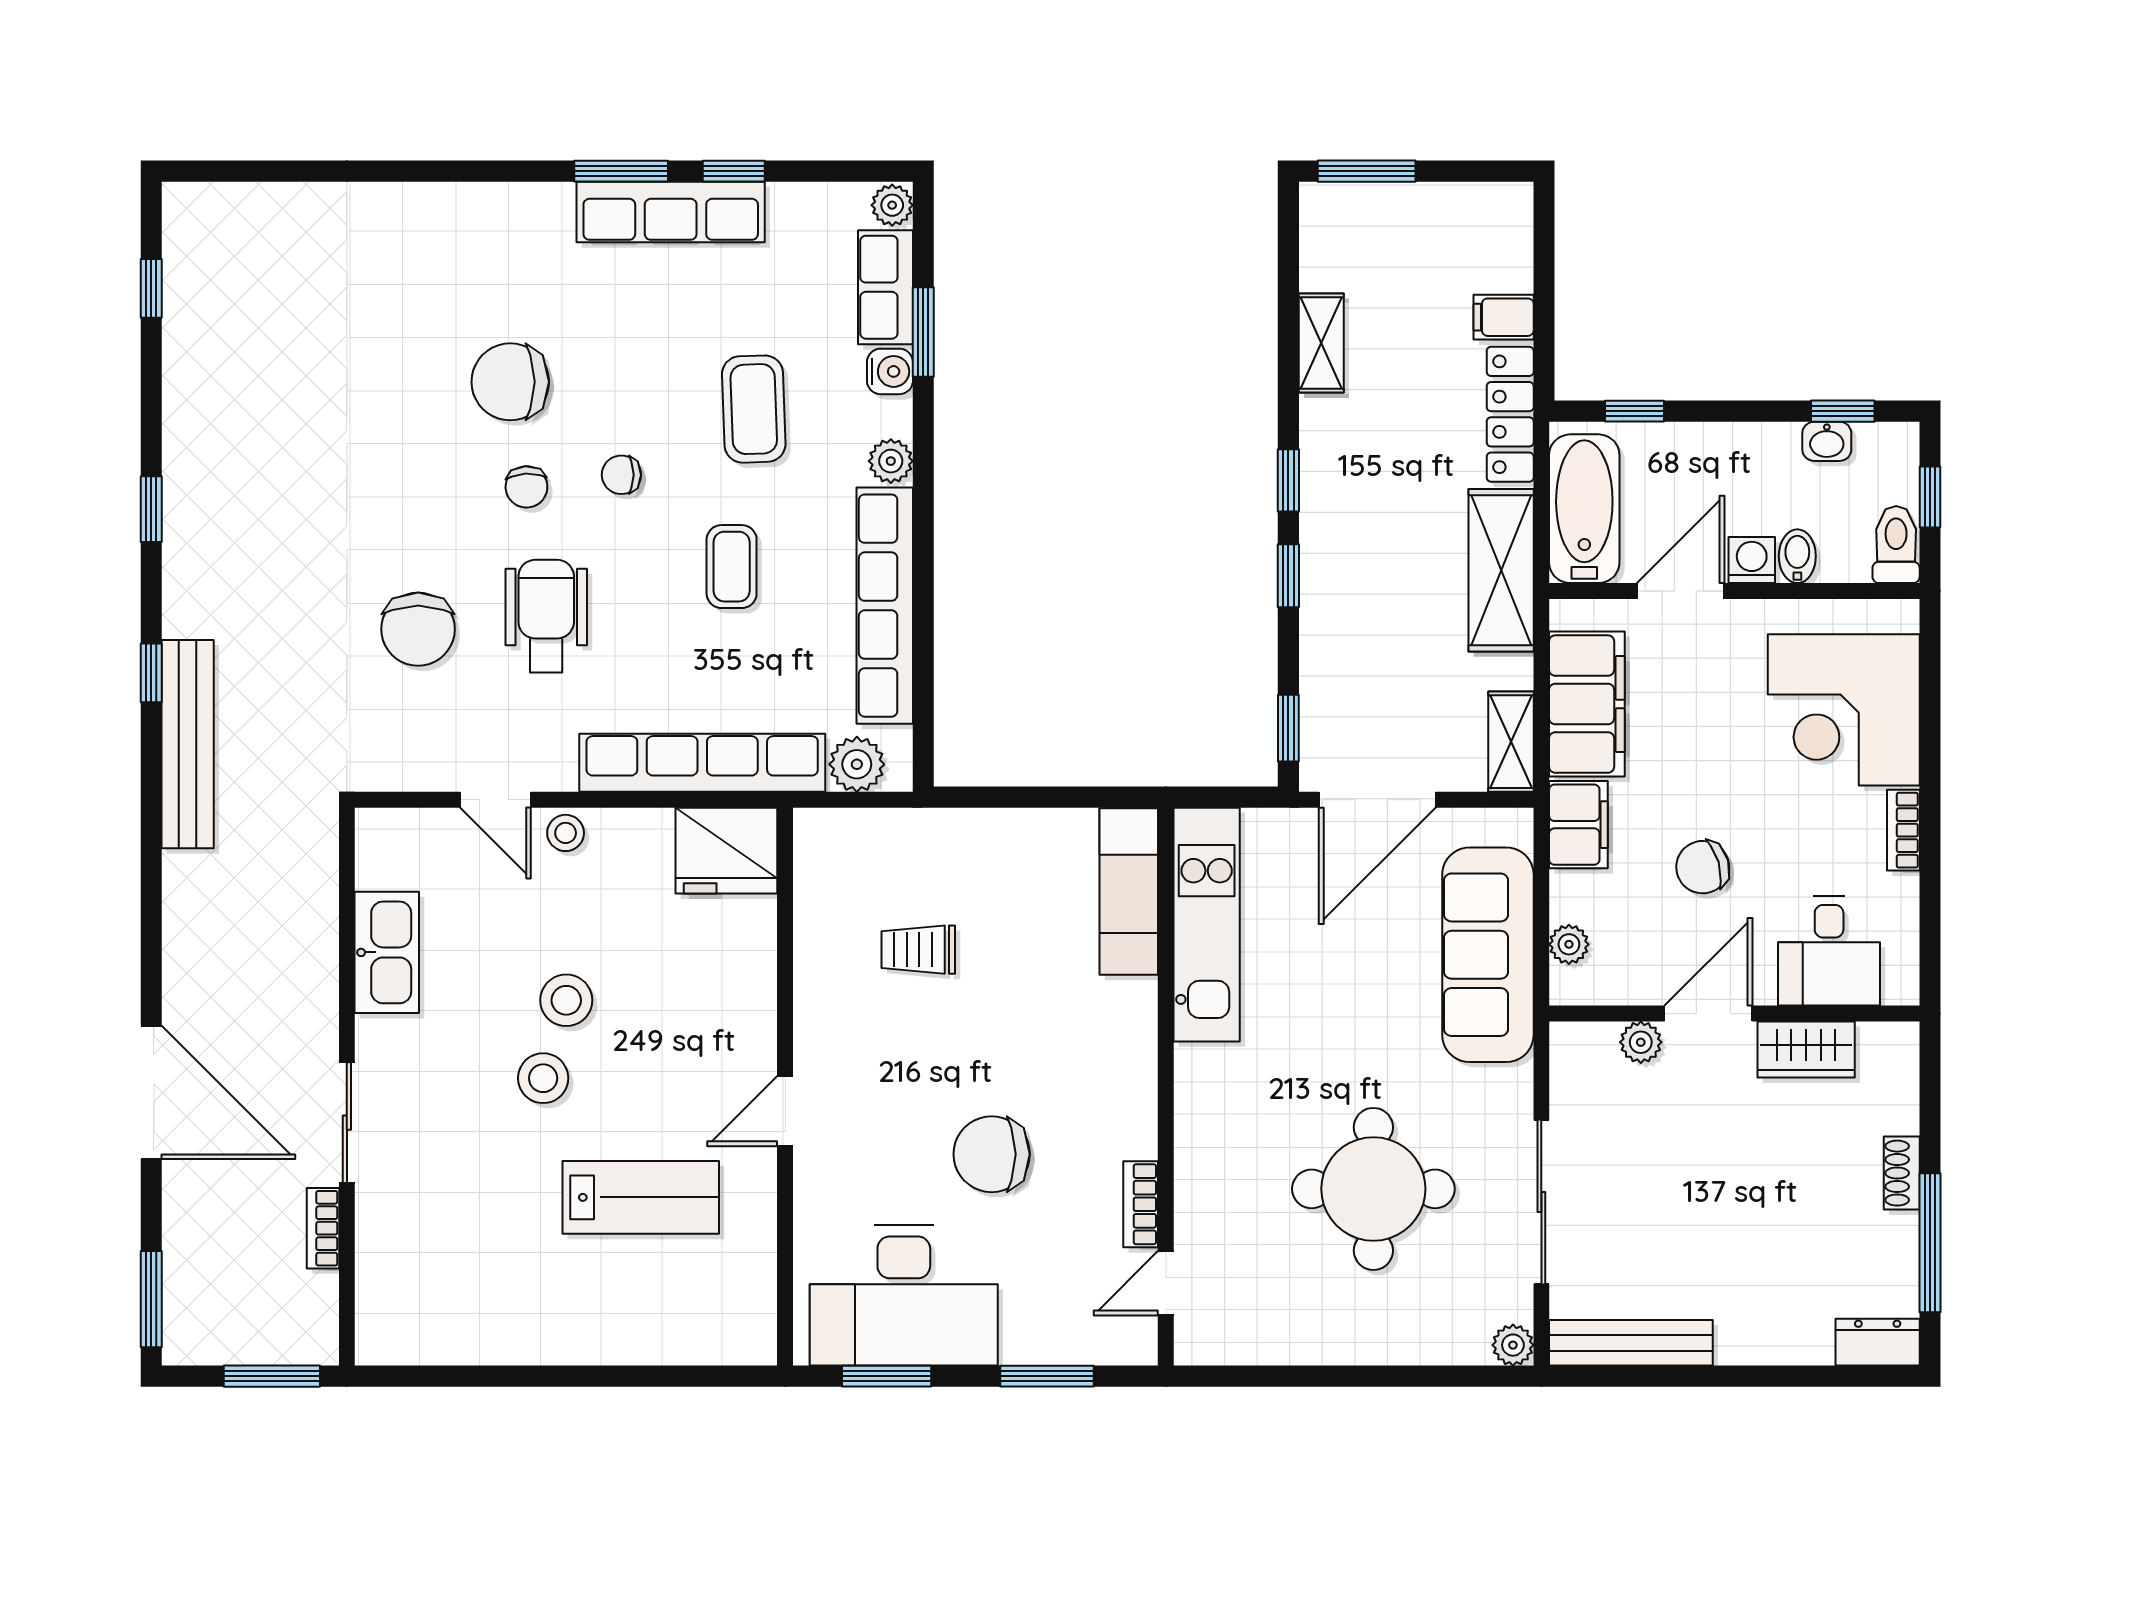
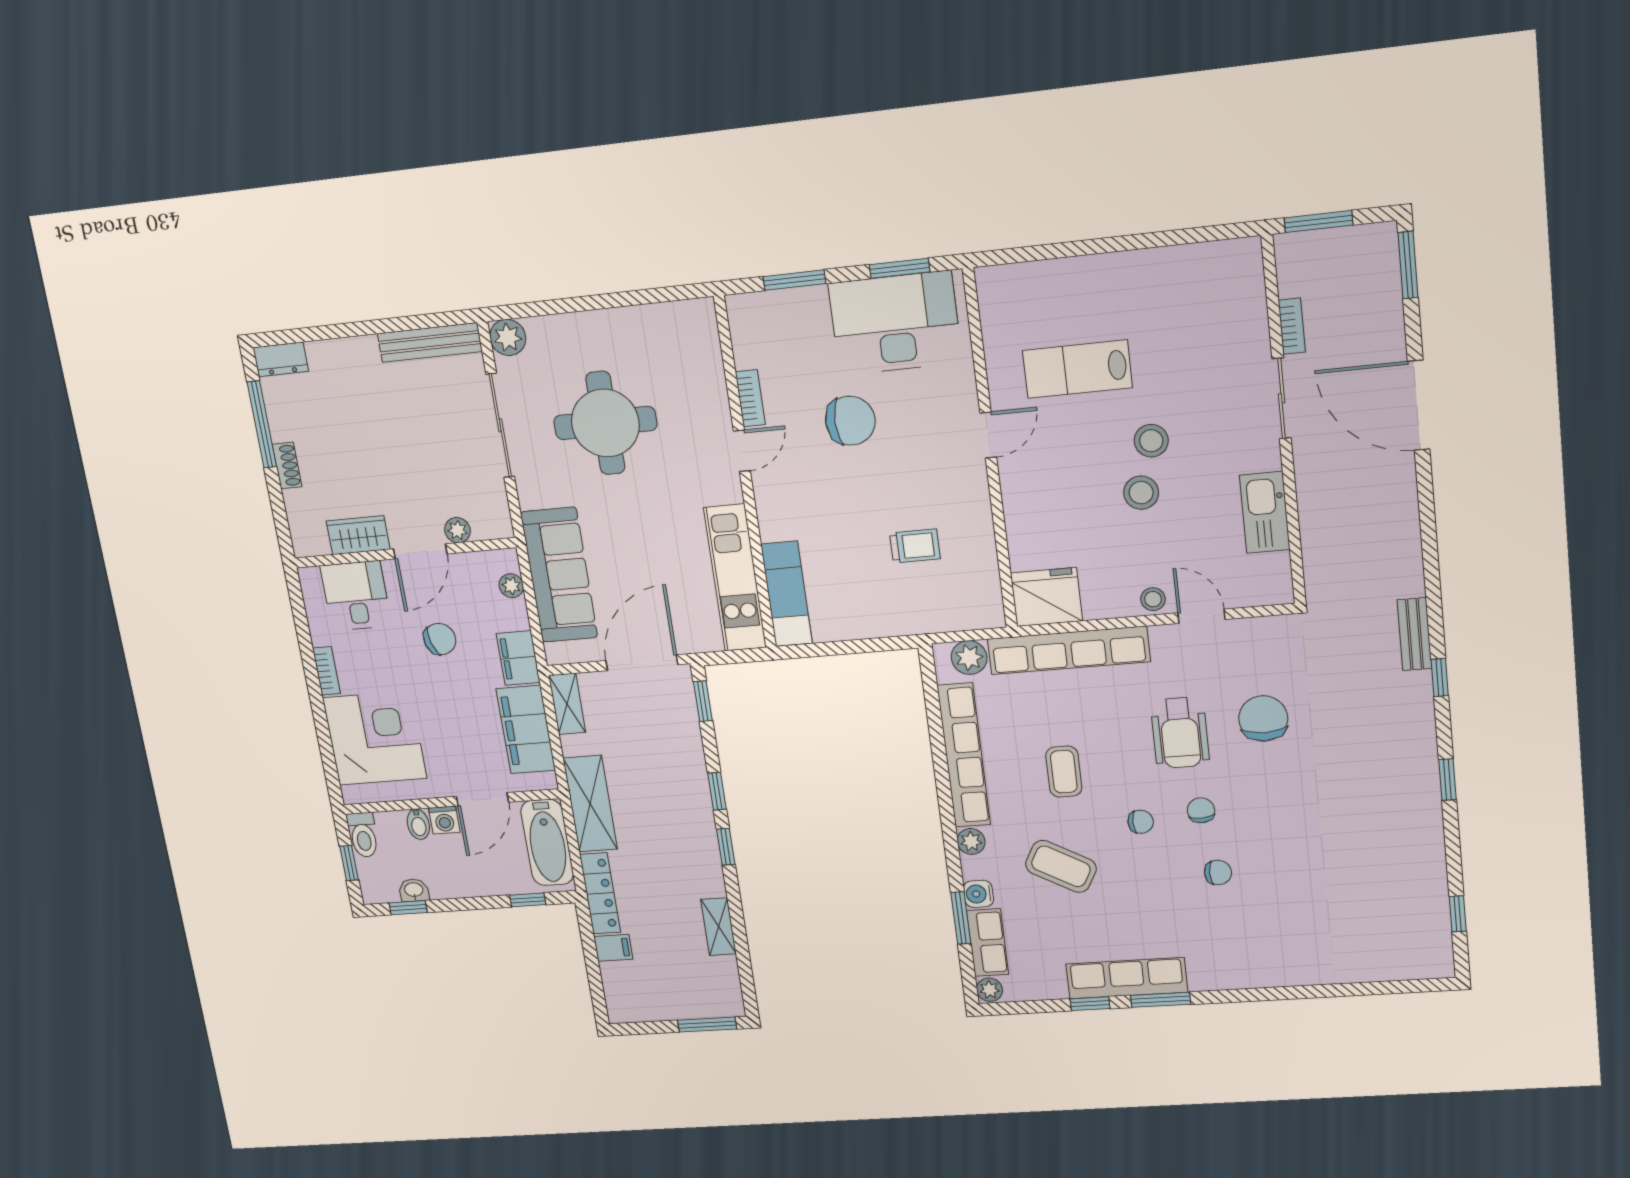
chair: (510, 382) -> (1218, 872), width x0.54, depth x0.54
coffee table: (754, 409) -> (1061, 866), turned -59
bench: (188, 744) -> (1415, 634), width x0.54, depth x0.82
door: (1166, 1283) -> (742, 451), moved
plant: (1513, 1345) -> (508, 337), width x1.38, depth x1.38

